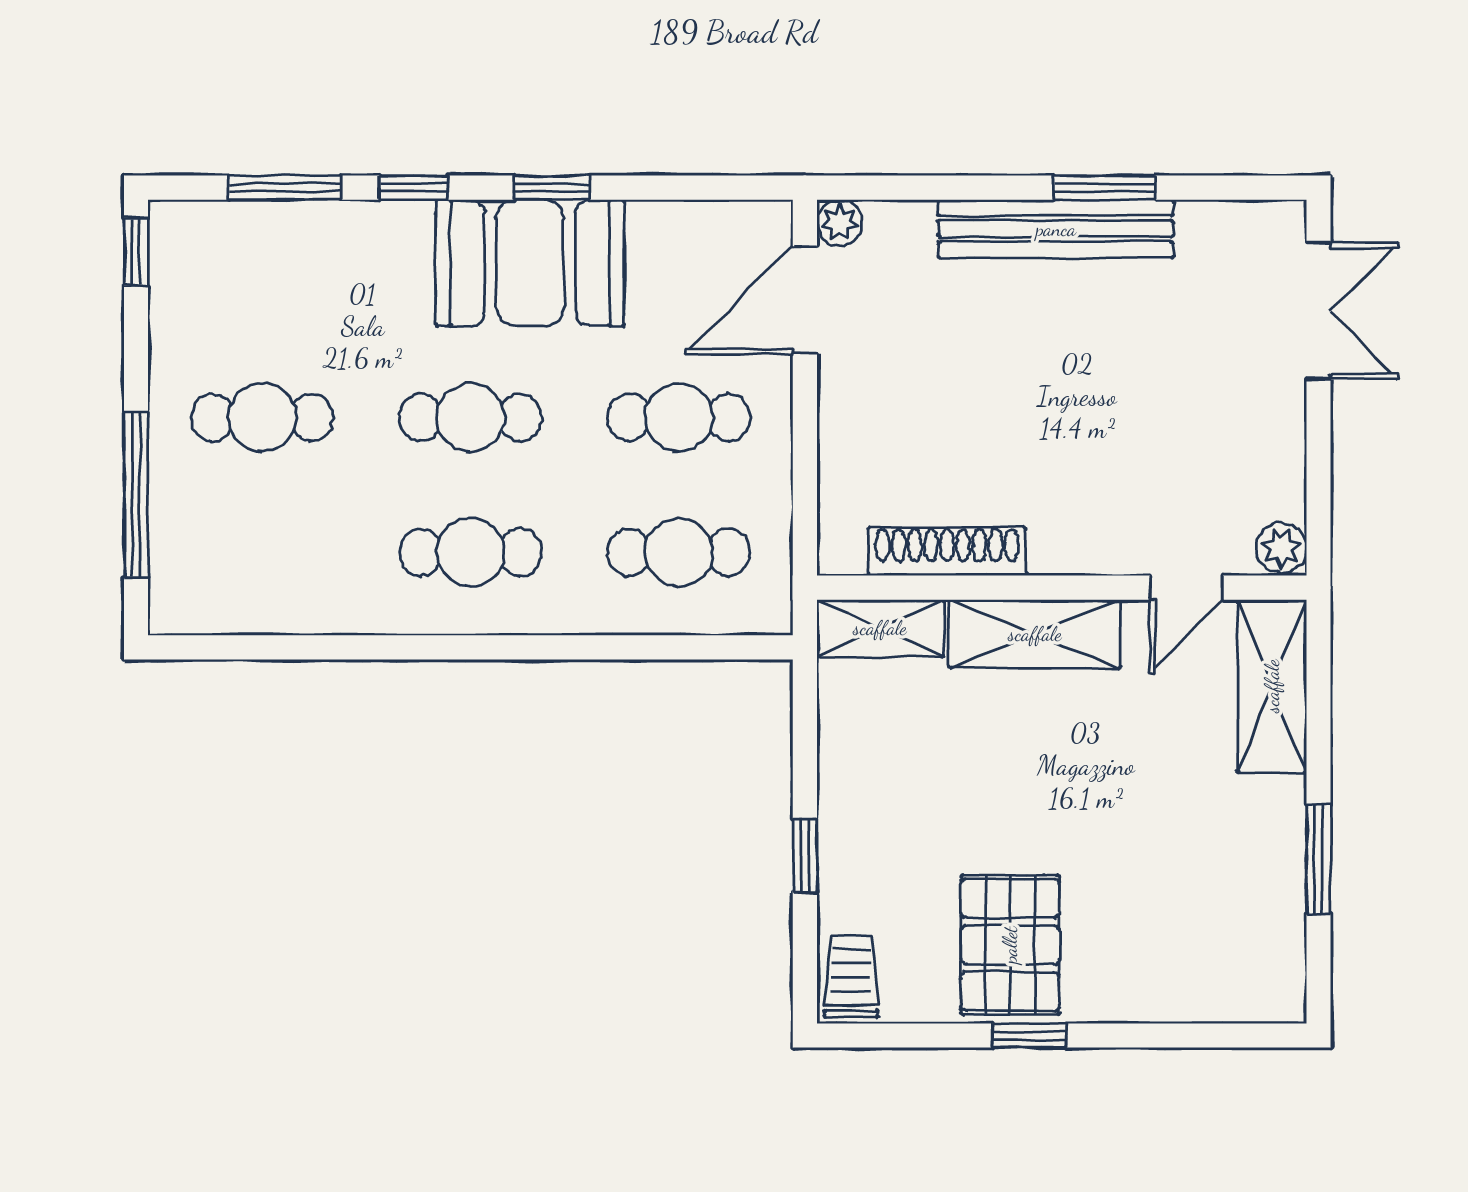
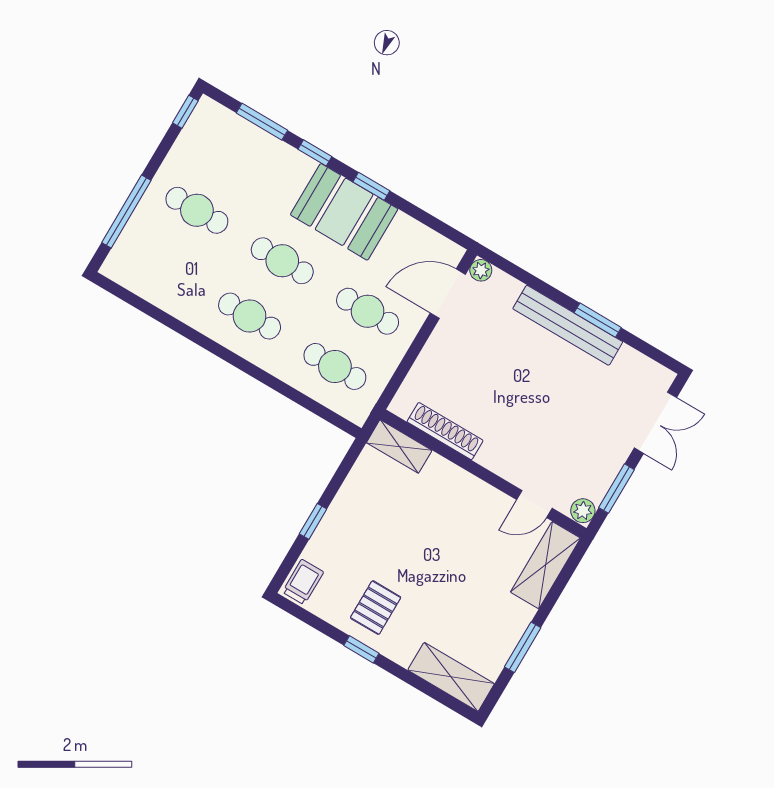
window: (1318, 472) -> (617, 489), added
shelving: (1035, 634) -> (451, 677), moved
pallet: (1010, 945) -> (376, 608), width x0.67, depth x0.71

